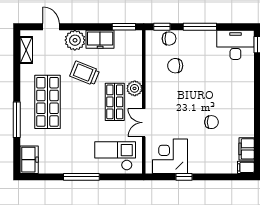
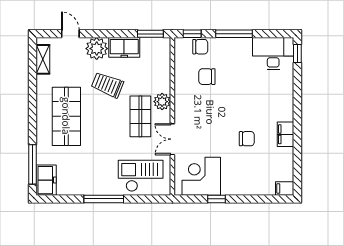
window: (17, 120) -> (33, 164), moved
filing cabinet: (247, 149) -> (286, 134), moved

